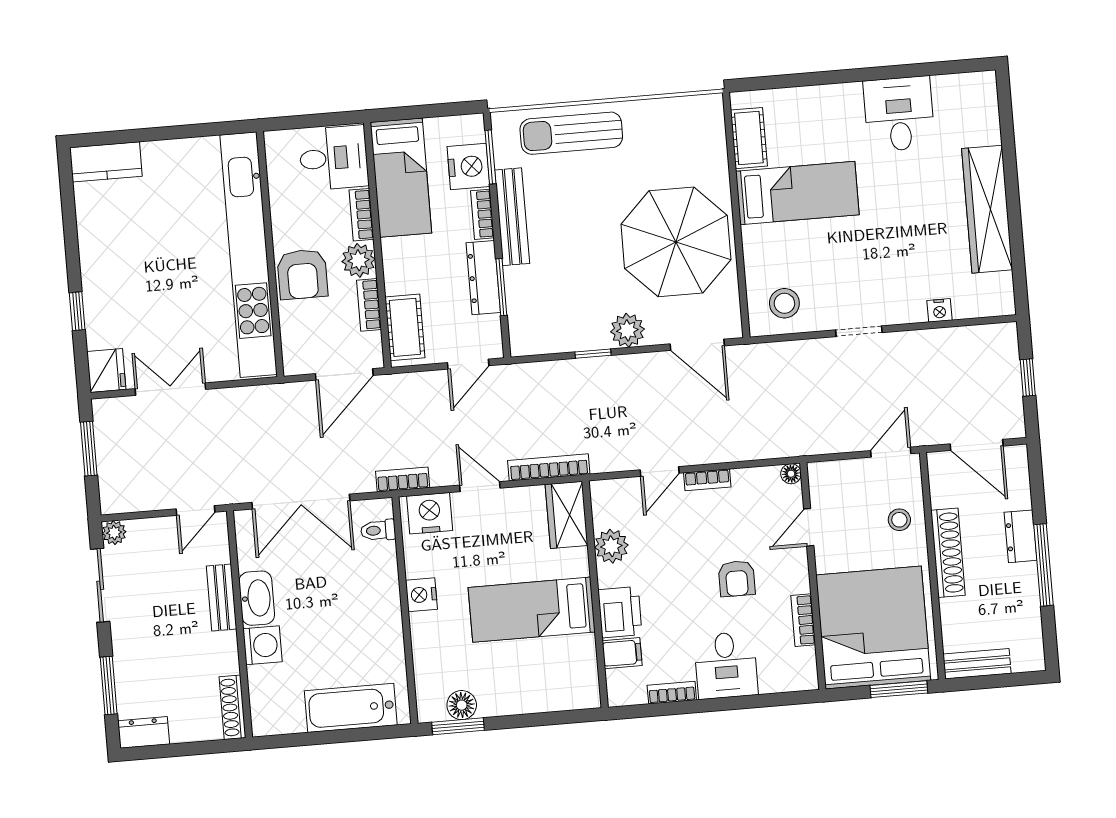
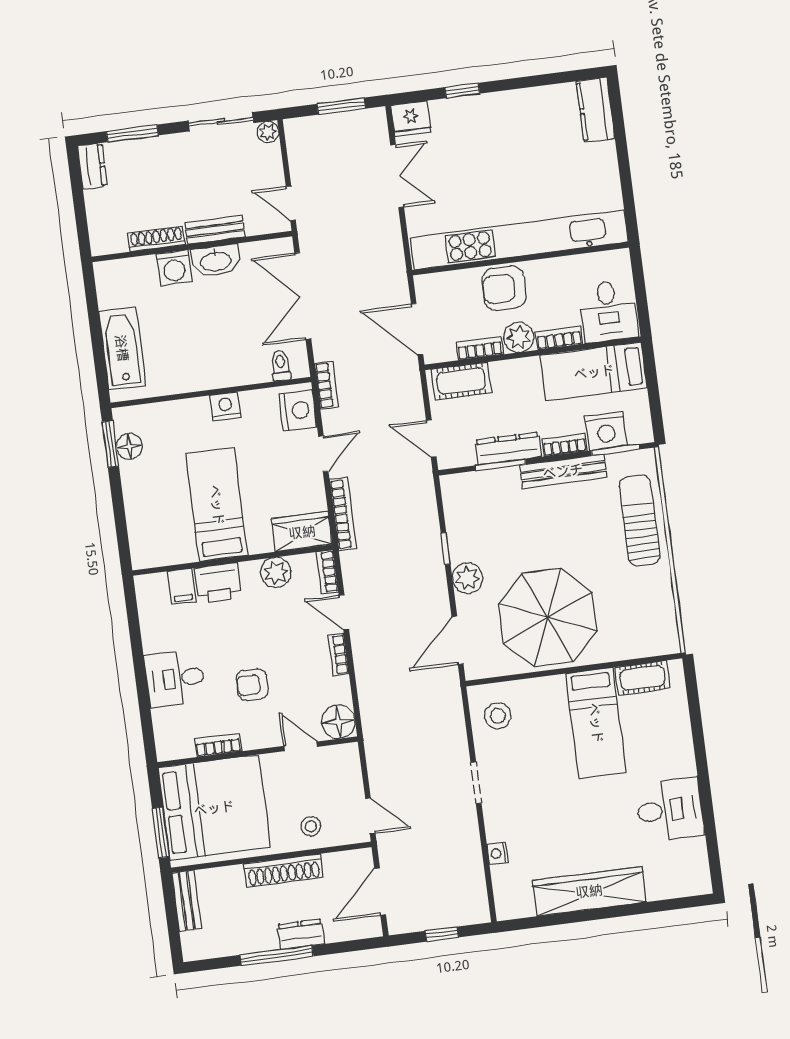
floor lamp: (791, 474) -> (338, 722), width x1.89, depth x1.89
bookcase: (672, 693) -> (327, 572), moved, turned 180
shoe rack: (232, 707) -> (156, 239), moved

